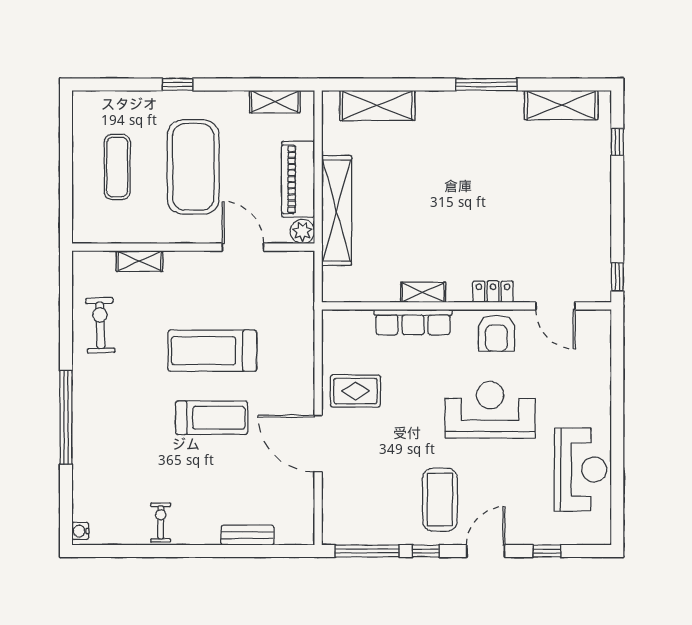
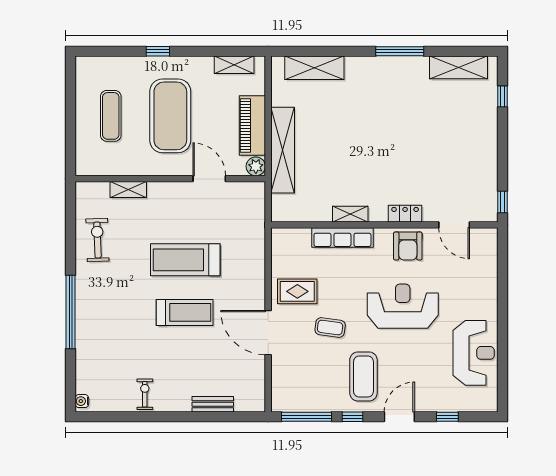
coffee table: (397, 437) -> (330, 328), added

